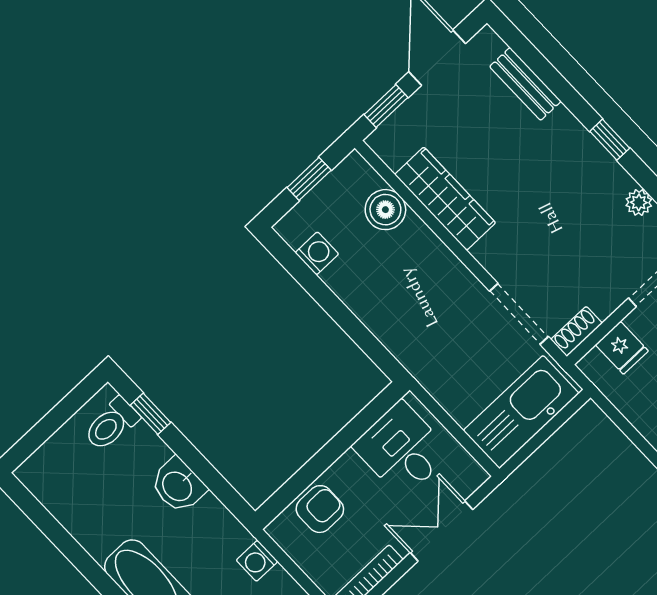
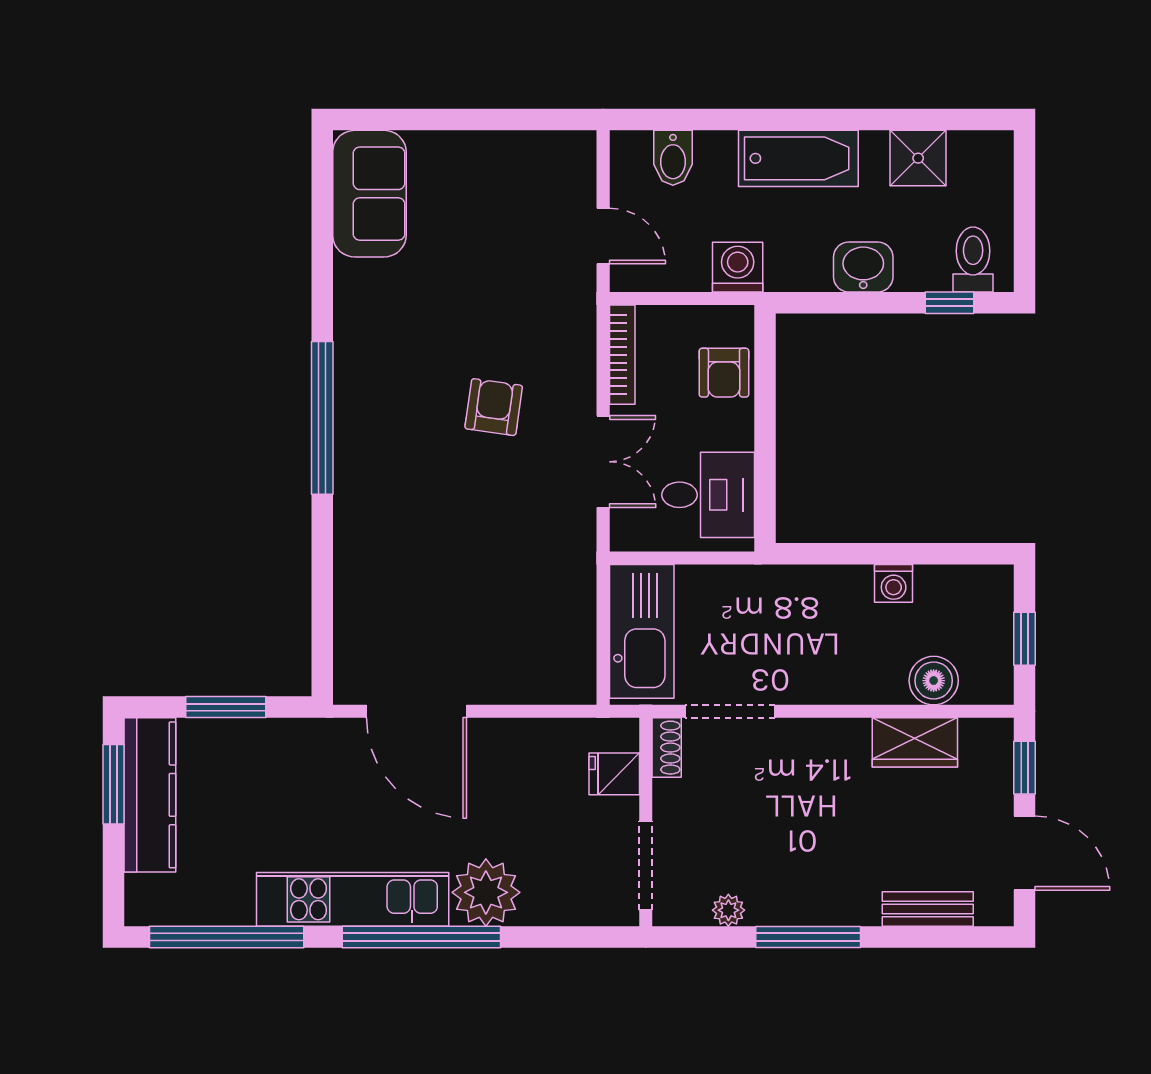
window: (610, 140) -> (808, 937), width x2.17
wardrobe: (445, 199) -> (915, 742), width x0.67
washing machine: (317, 253) -> (894, 583), moved
shower: (82, 514) -> (918, 158), added
washing machine: (257, 561) -> (738, 267), width x1.38, depth x1.38

